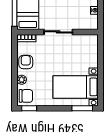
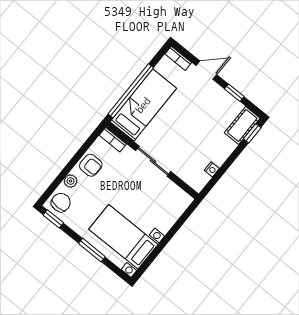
armchair: (26, 62) -> (91, 165), turned 90
chair: (26, 96) -> (61, 203), turned -90
window: (82, 108) -> (92, 250), moved

